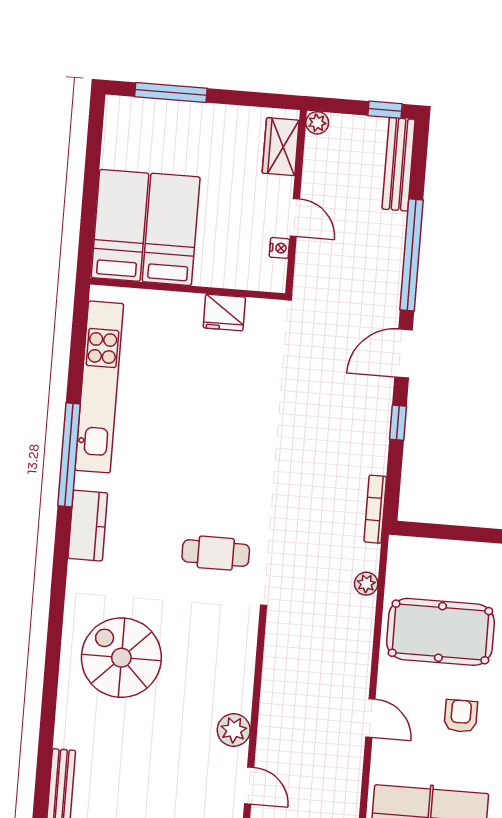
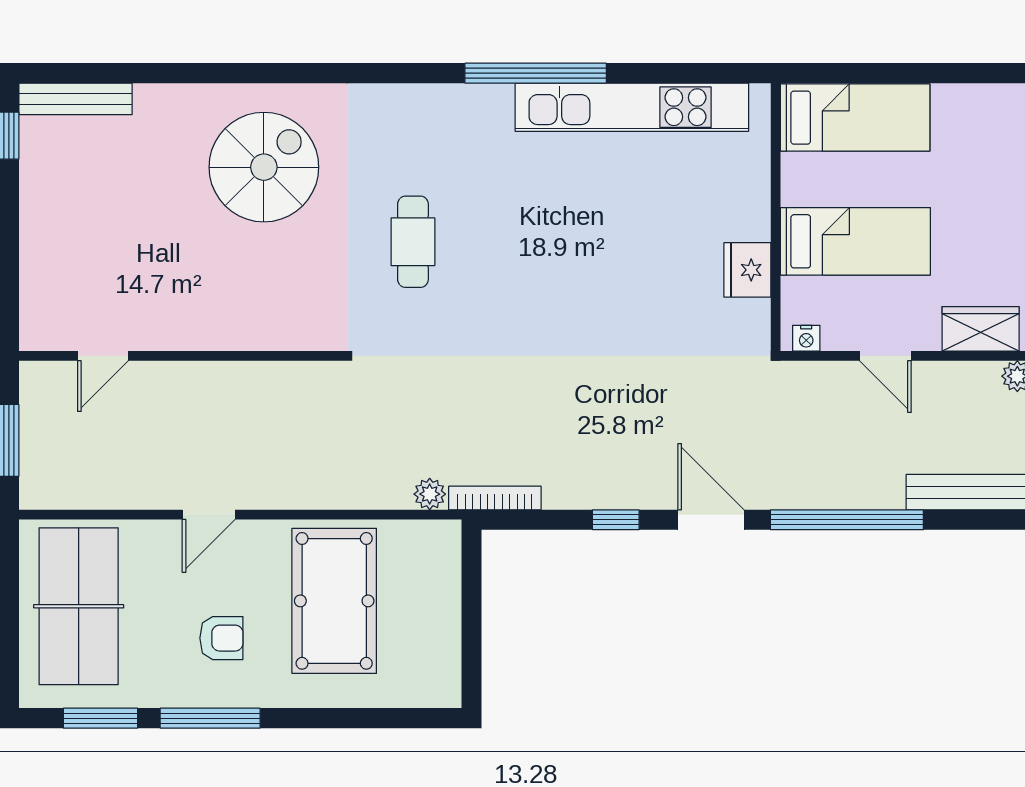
door: (295, 217) -> (885, 356), hinge flipped
bed: (171, 229) -> (855, 241), moved
nightstand: (279, 248) -> (806, 338), moved
kitchen counter: (88, 526) -> (441, 107), removed
cafe table: (216, 553) -> (413, 242), moved
plant: (366, 584) -> (430, 494), moved
plant: (234, 730) -> (177, 329), removed

